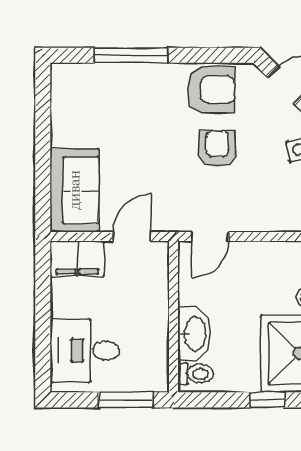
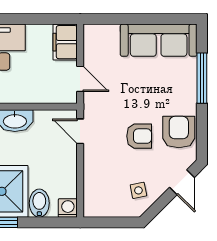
armchair: (211, 90) -> (179, 132), turned 180
sofa: (74, 190) -> (159, 40), moved, width x1.36

